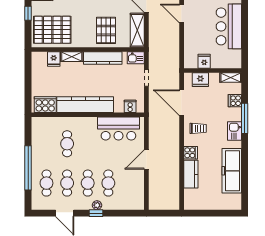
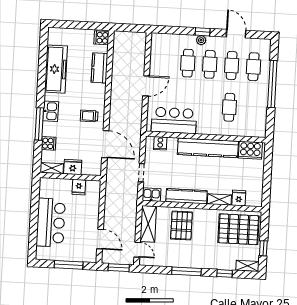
fridge: (200, 80) -> (73, 167), moved
cooker: (191, 153) -> (101, 38), moved

